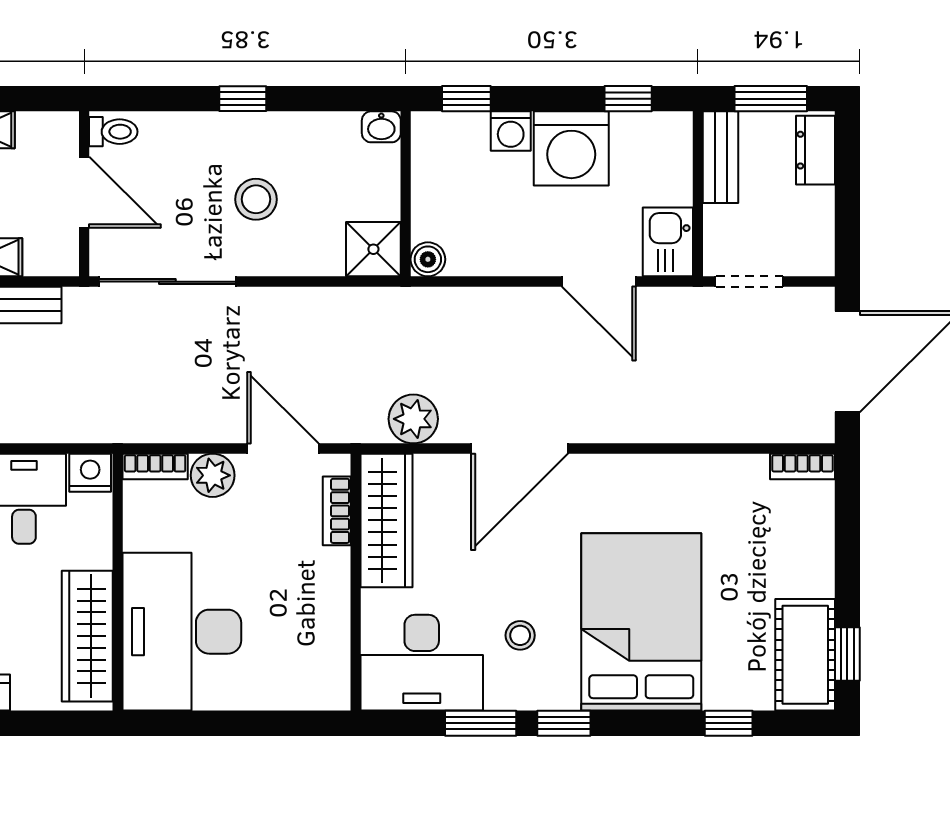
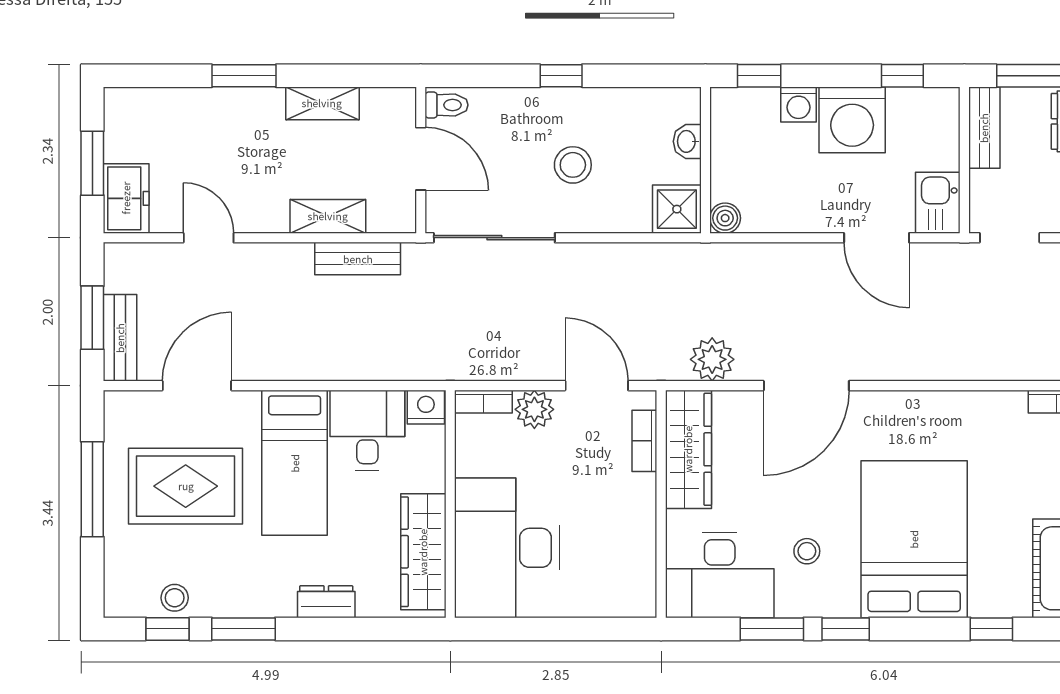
washbasin: (381, 127) -> (687, 141), moved, turned 90

